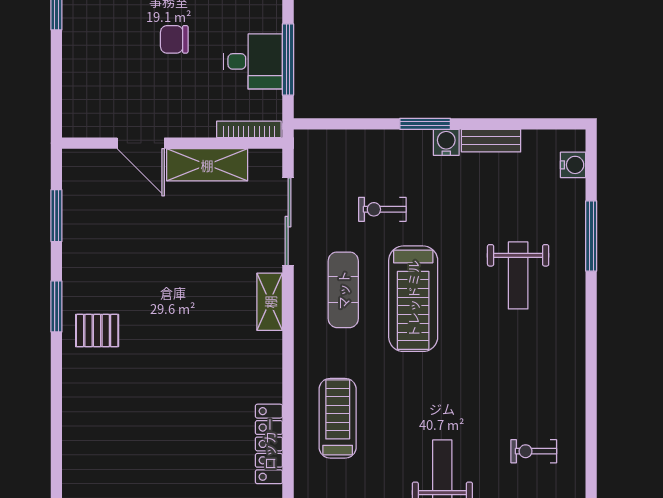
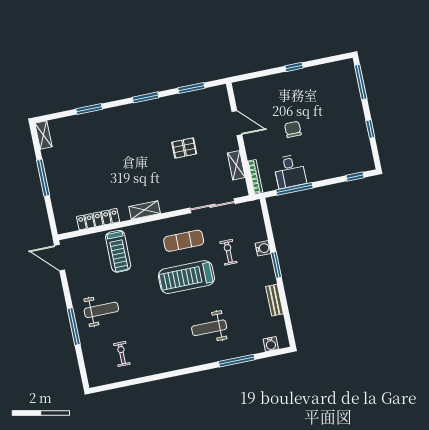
water cooler: (446, 142) -> (263, 248), moved
door: (141, 143) -> (237, 123), swing flipped
shelving: (207, 165) -> (236, 165), width x0.67, depth x0.75
shelving: (270, 302) -> (145, 210), moved
pallet: (97, 331) -> (184, 148), moved, turned 90
window: (56, 418) -> (89, 109), added
treadmill: (338, 418) -> (118, 251), turned 90

